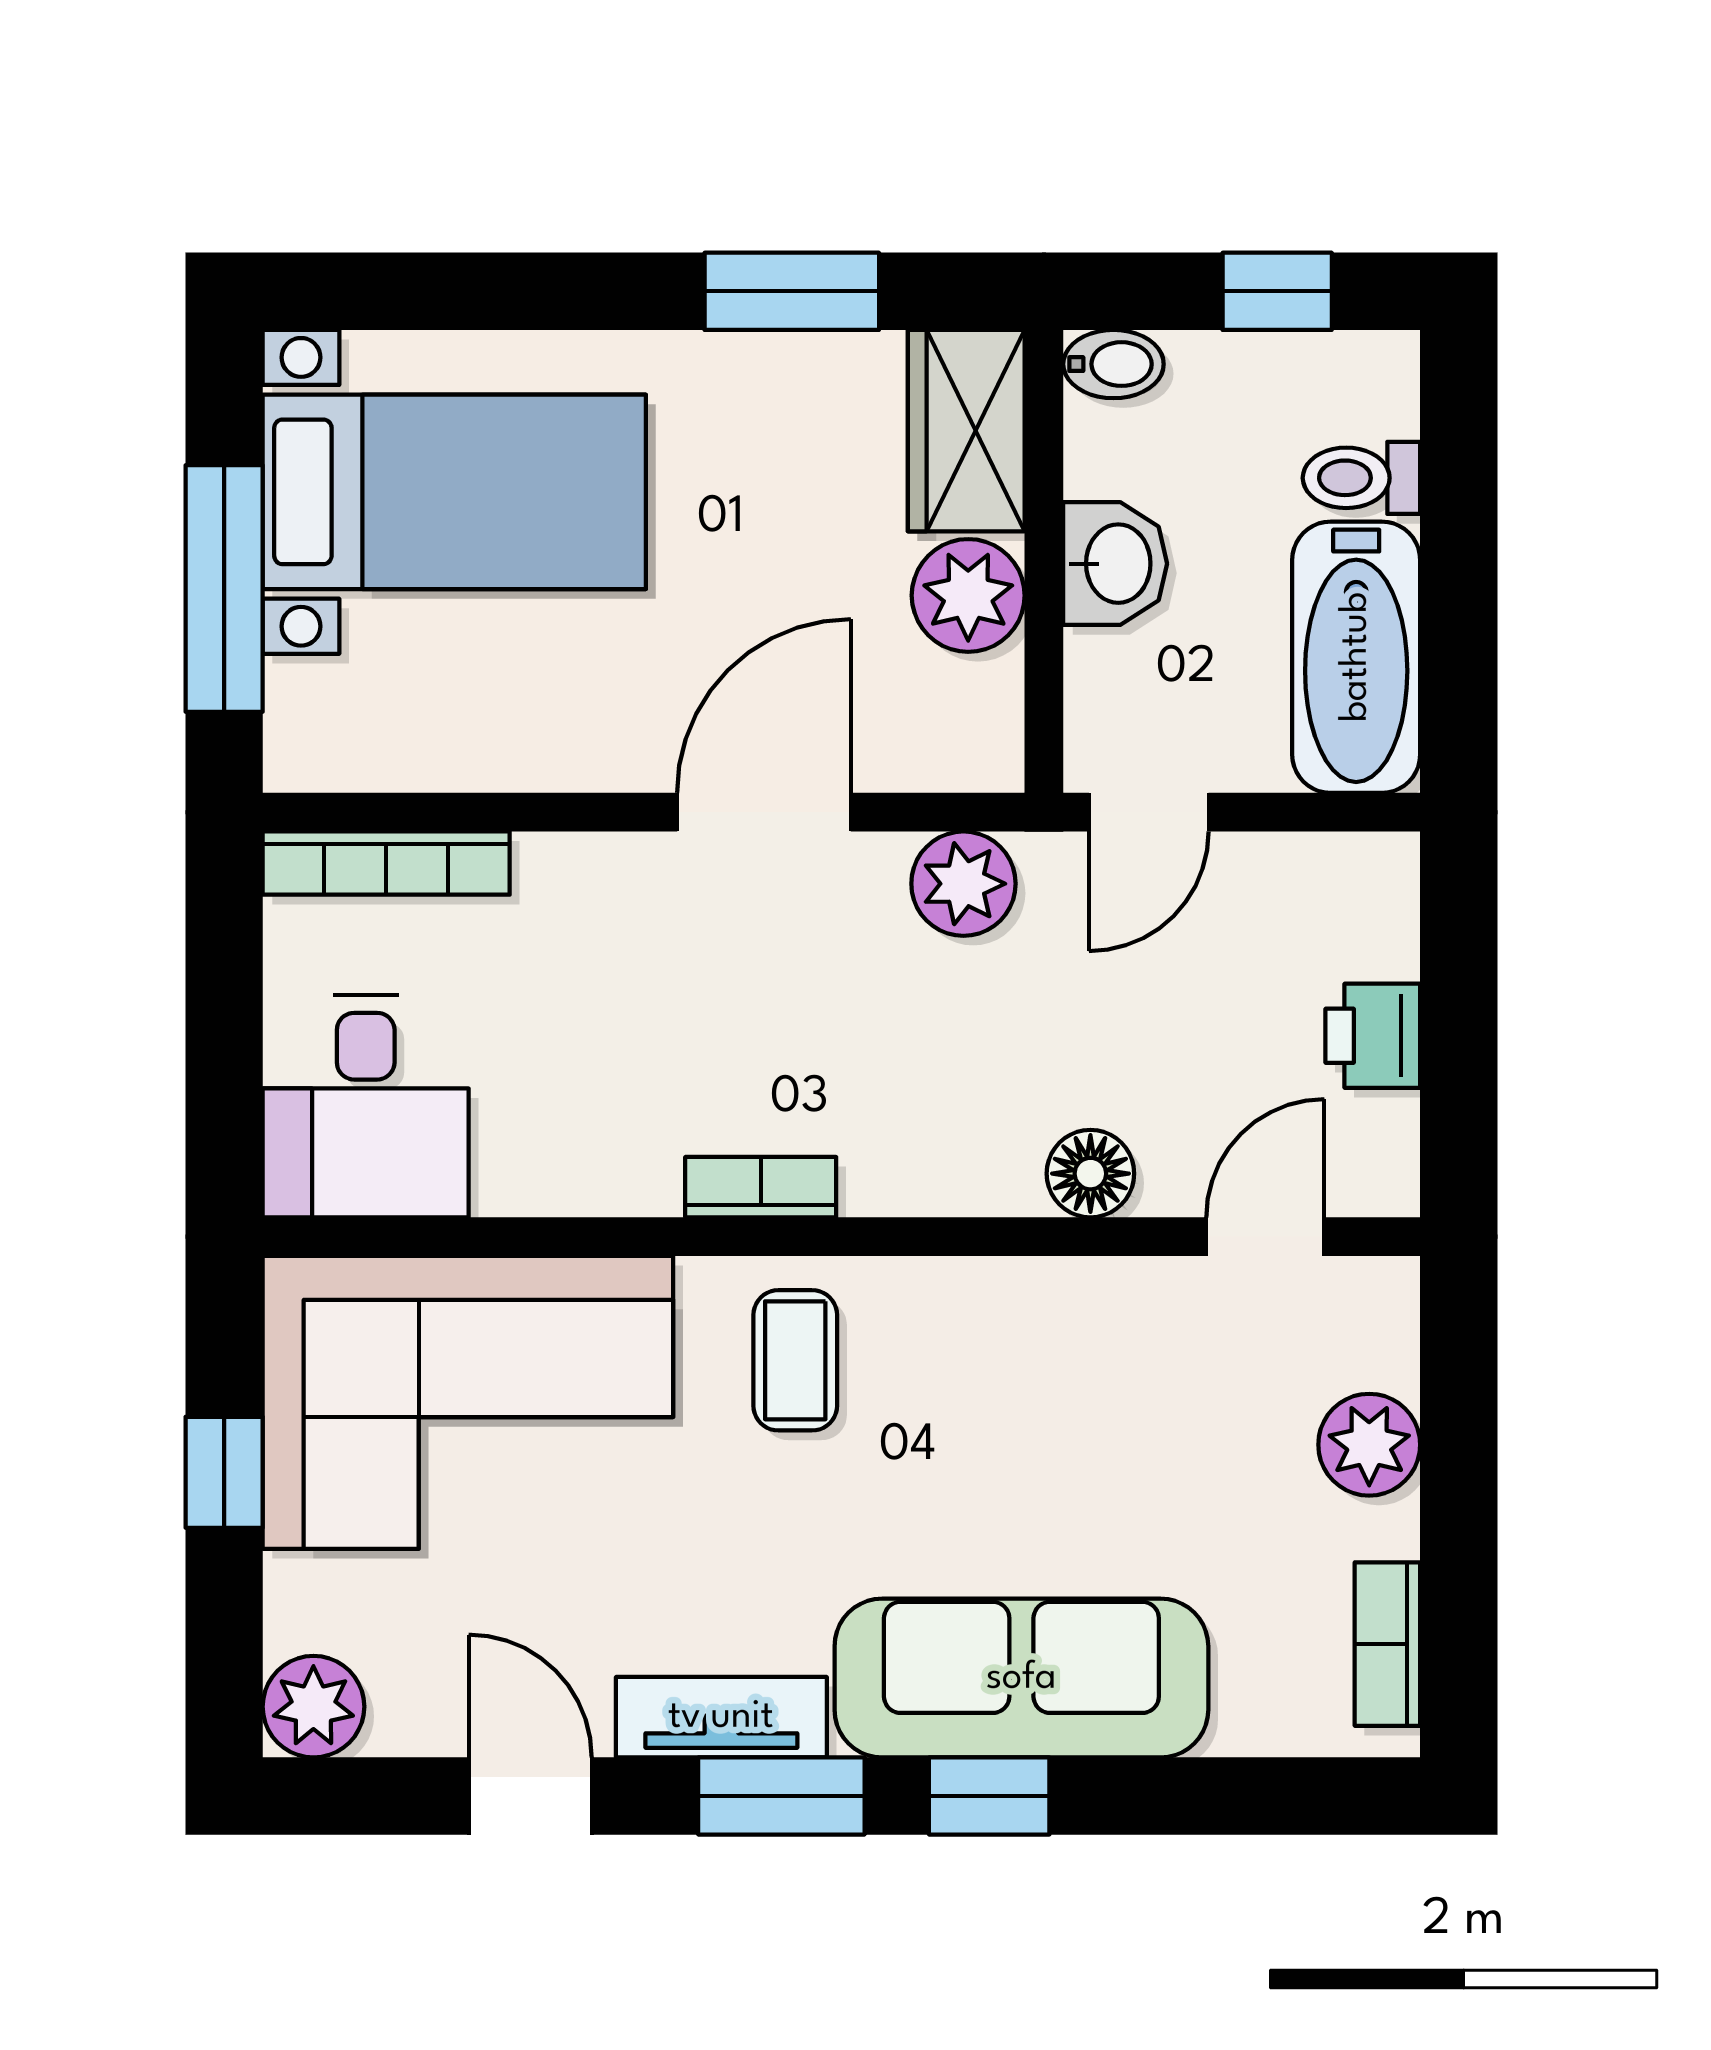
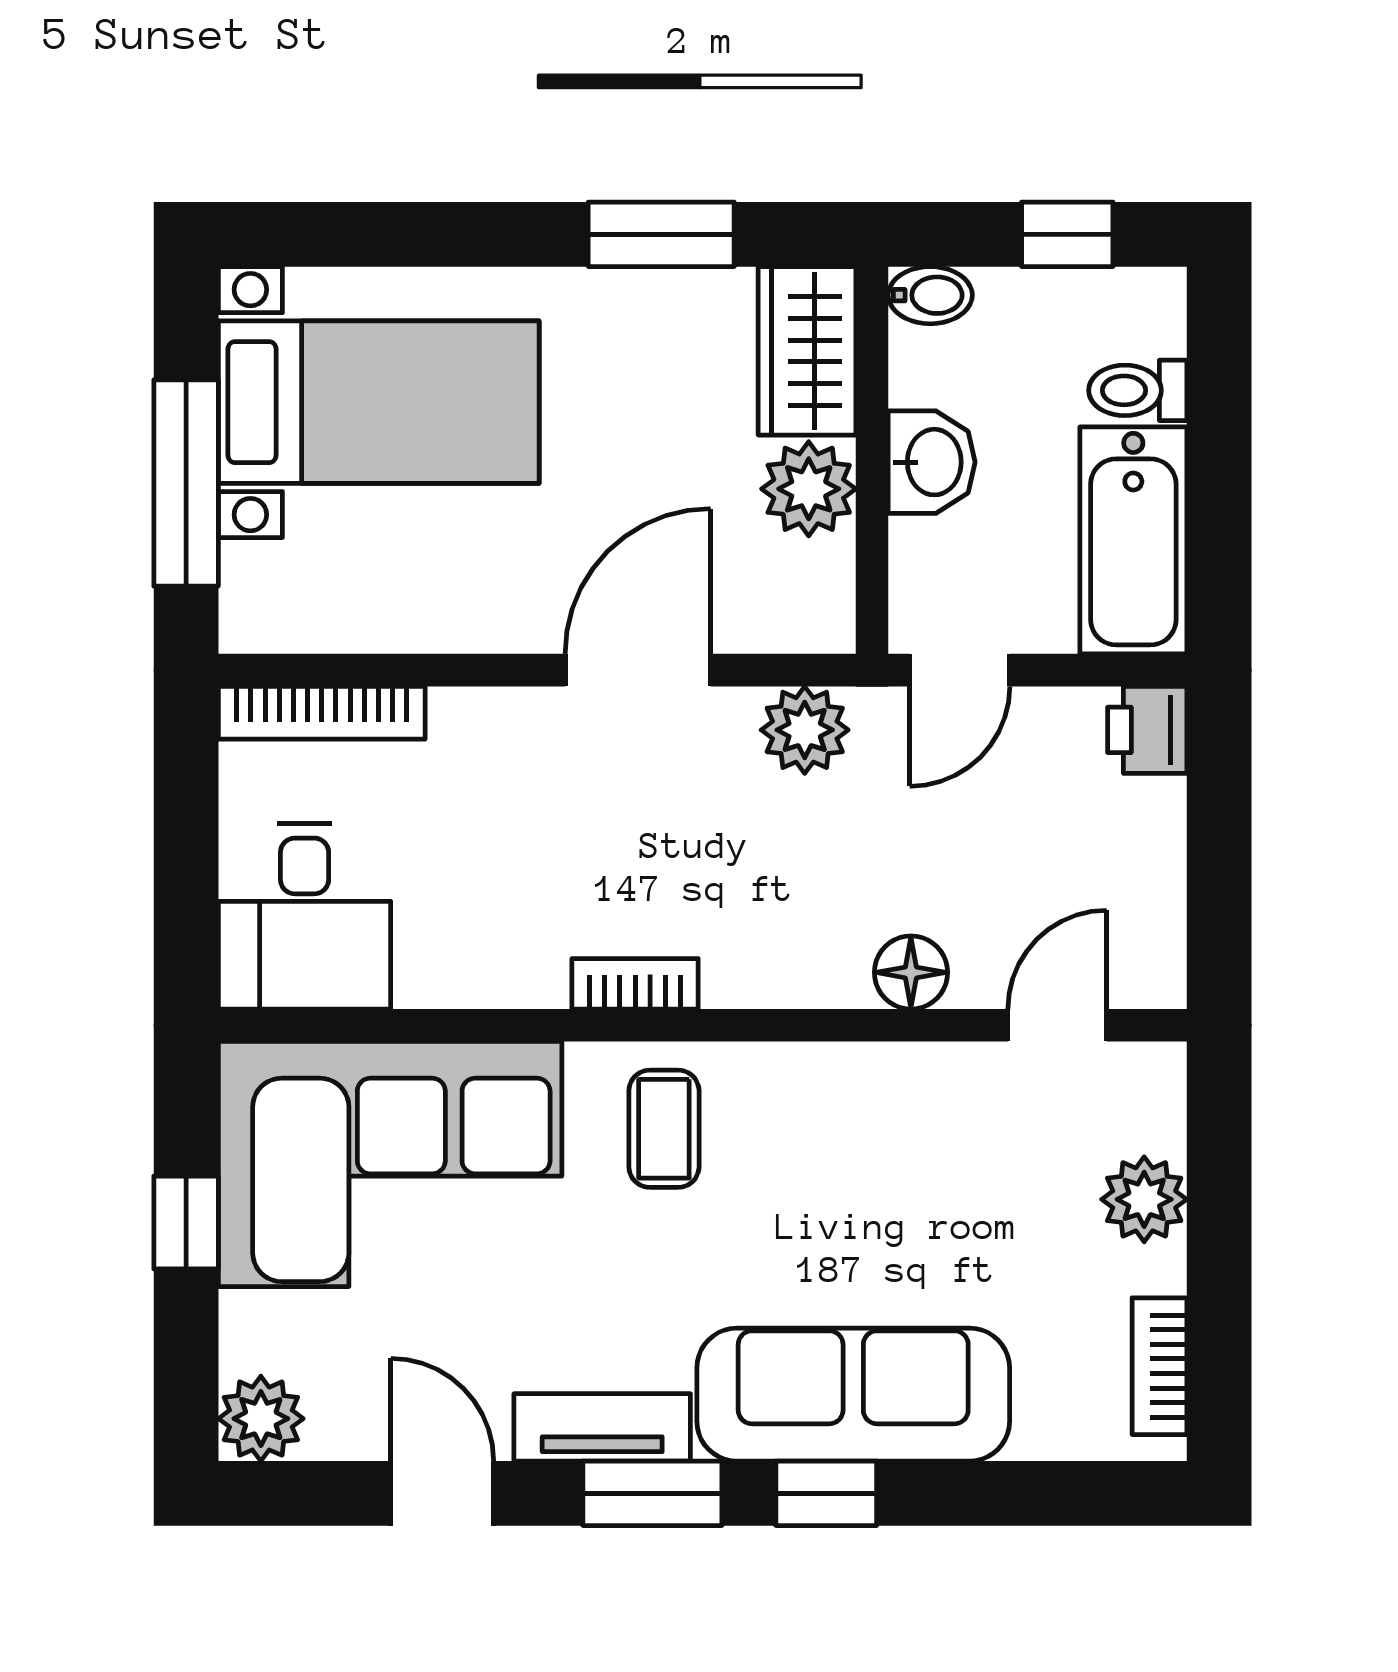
printer: (1373, 1036) -> (1147, 730), moved

